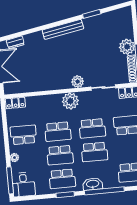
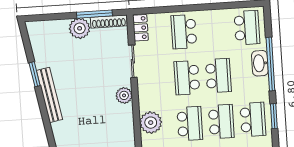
bench: (63, 29) -> (50, 95), moved
plant: (70, 101) -> (151, 123), moved
school desk: (92, 128) -> (187, 78), turned 180
washbasin: (93, 184) -> (260, 63), moved

